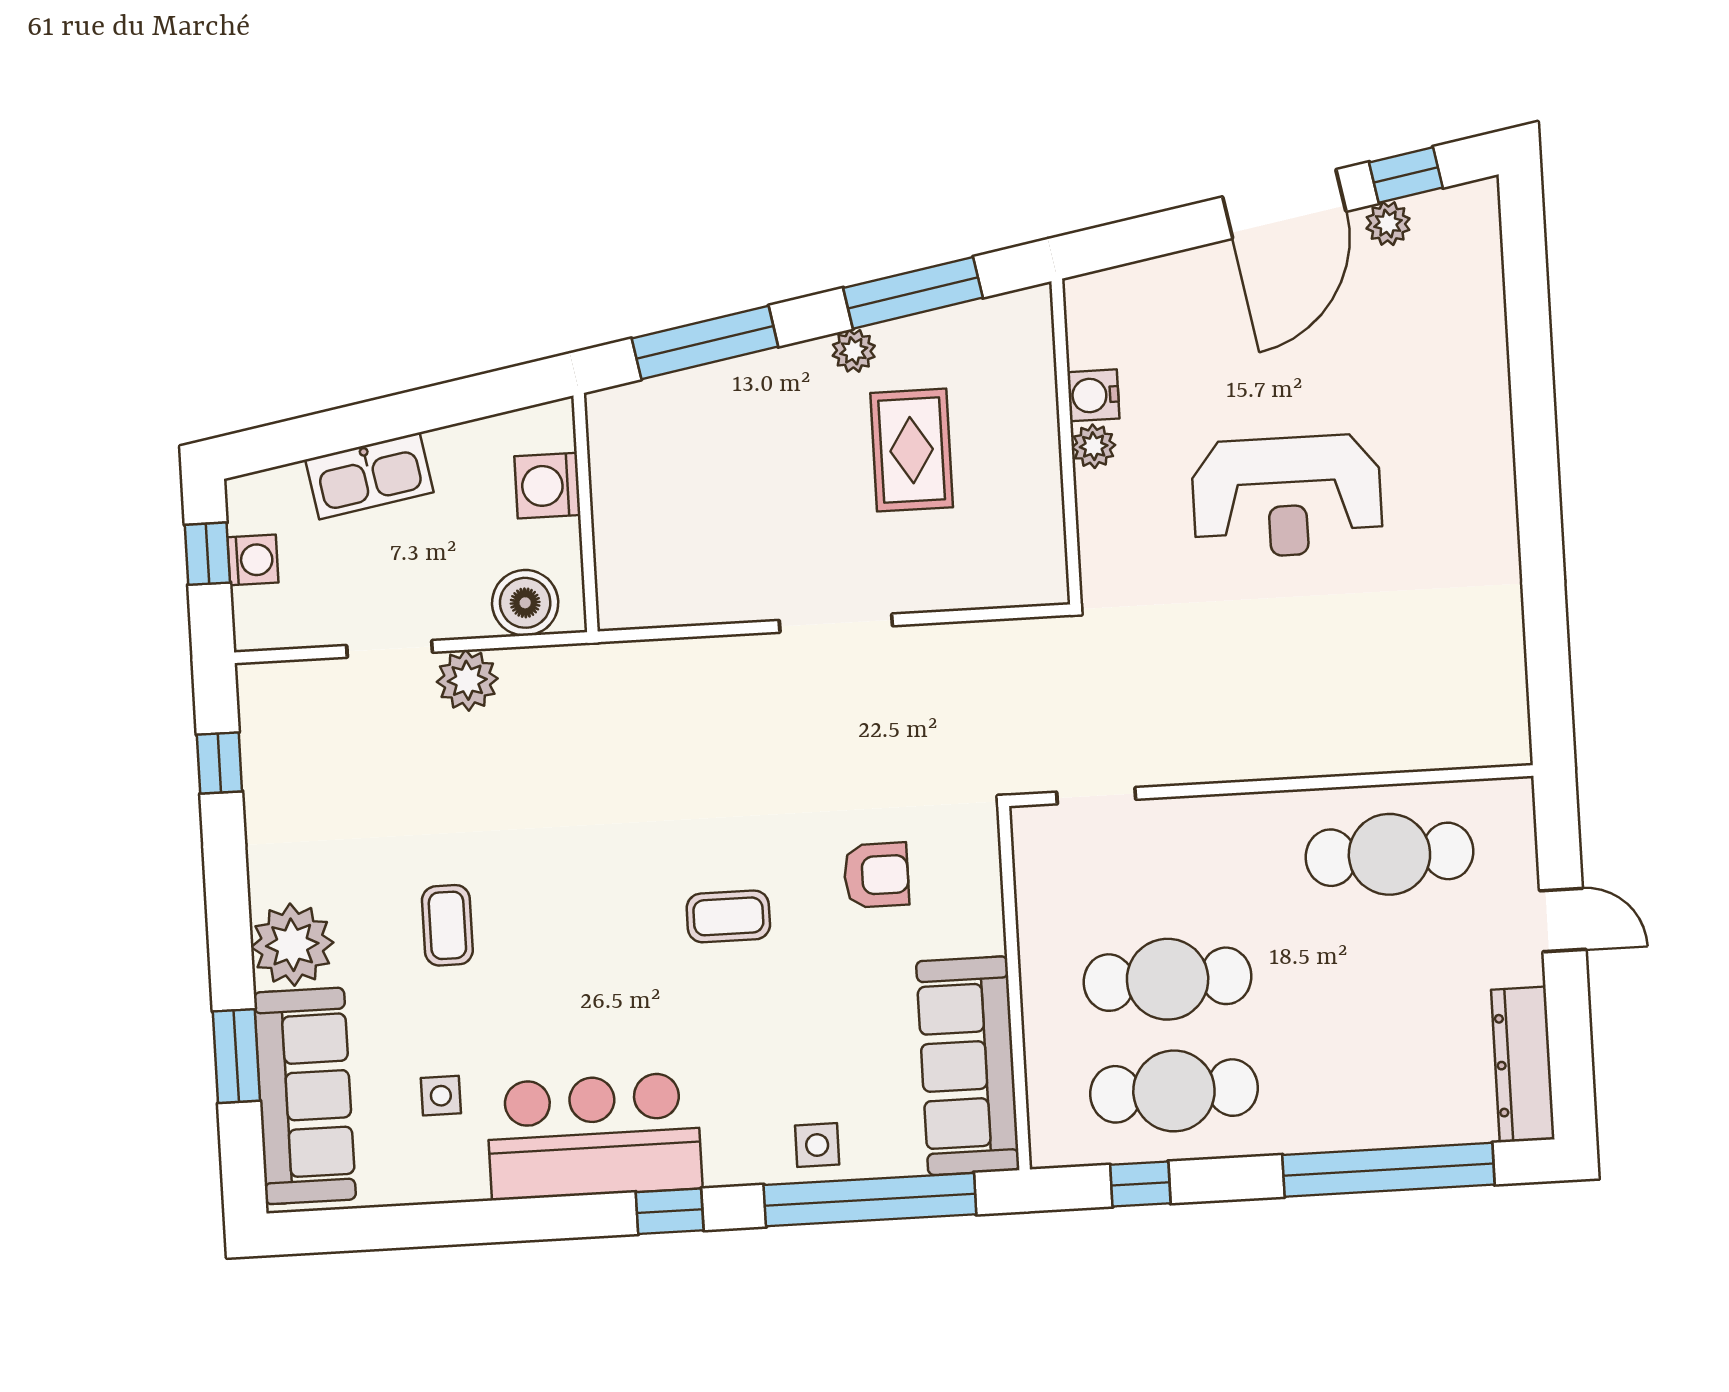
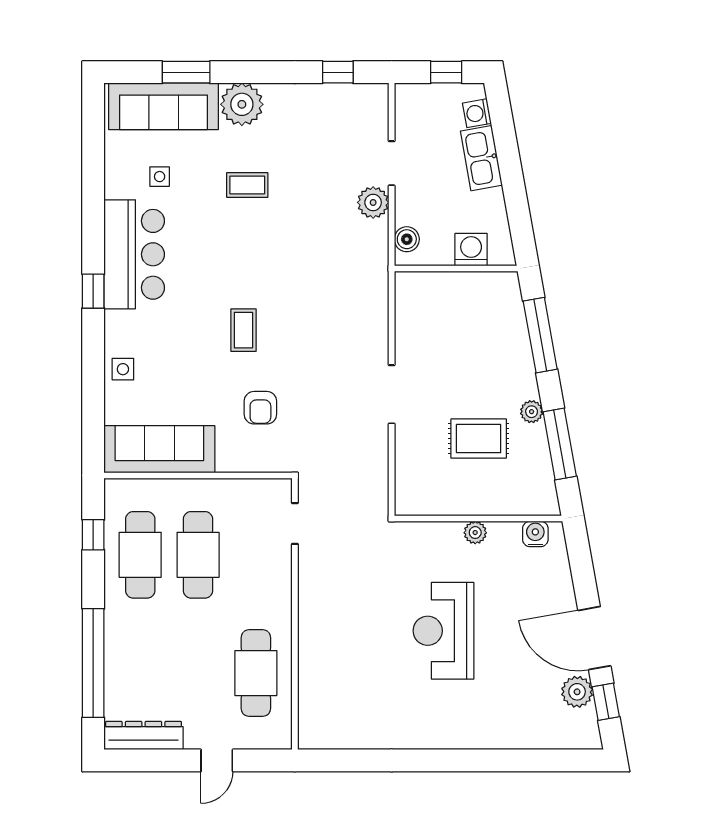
plant: (1388, 224) -> (577, 692), width x1.38, depth x1.38
water cooler: (1093, 395) -> (535, 534), moved
washing machine: (253, 560) -> (477, 113), moved, turned 80
boiler: (525, 603) -> (407, 239), width x0.73, depth x0.73
window: (870, 1200) -> (93, 395), removed

